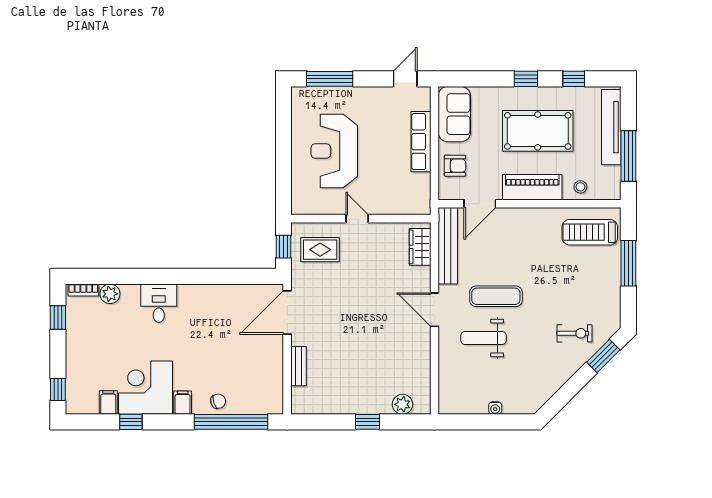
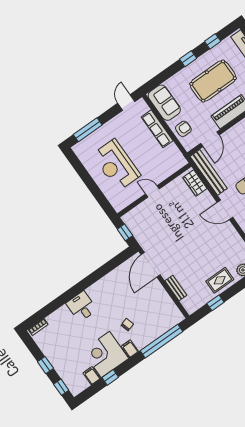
rug: (320, 250) -> (220, 280), moved
plant: (110, 294) -> (53, 319), removed
window: (58, 318) -> (45, 365), moved
chair: (218, 401) -> (127, 325), moved
window: (368, 422) -> (215, 303), moved

